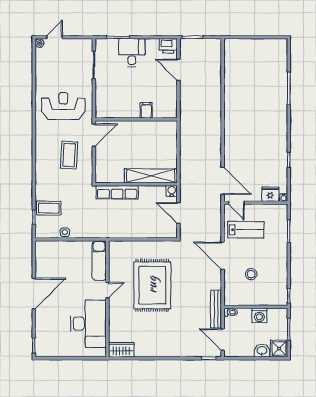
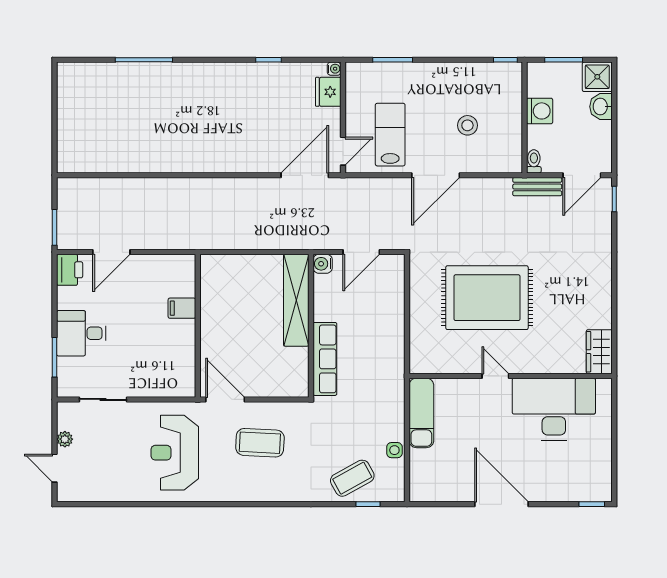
plant: (40, 43) -> (65, 439), moved
coffee table: (49, 208) -> (352, 478), turned 60
exam couch: (99, 261) -> (421, 413), moved, turned -90
bench: (216, 309) -> (537, 187), width x0.73

